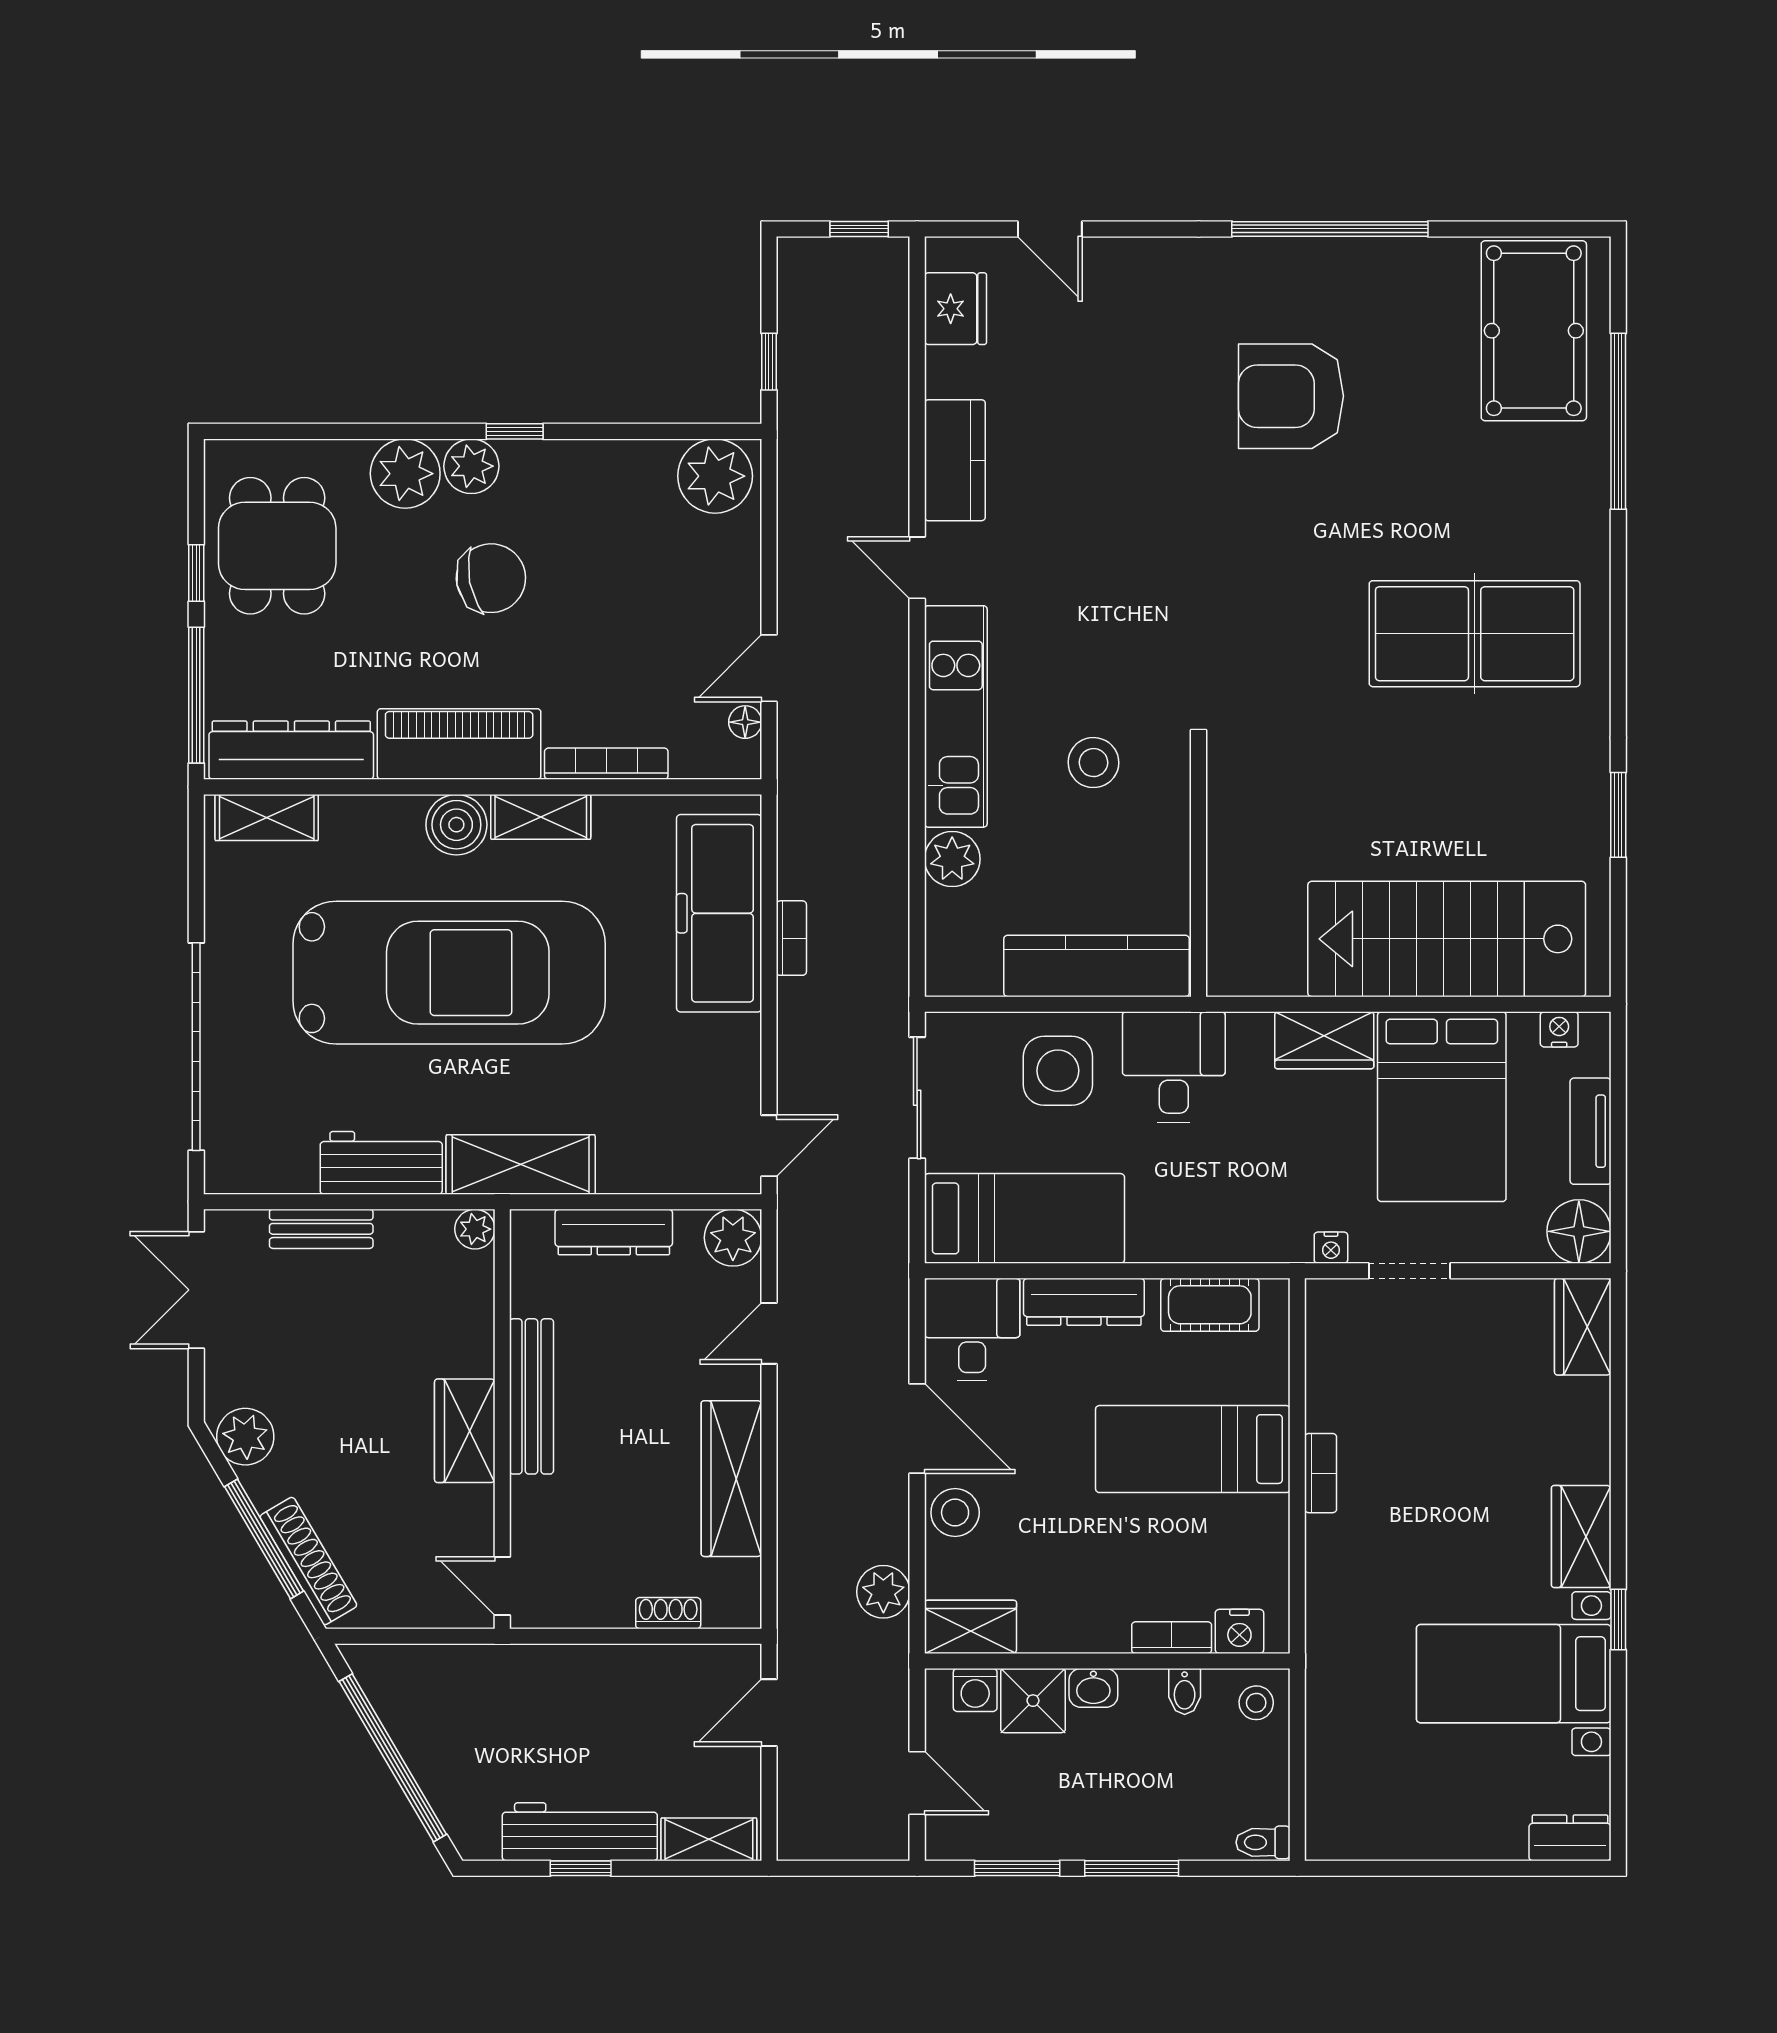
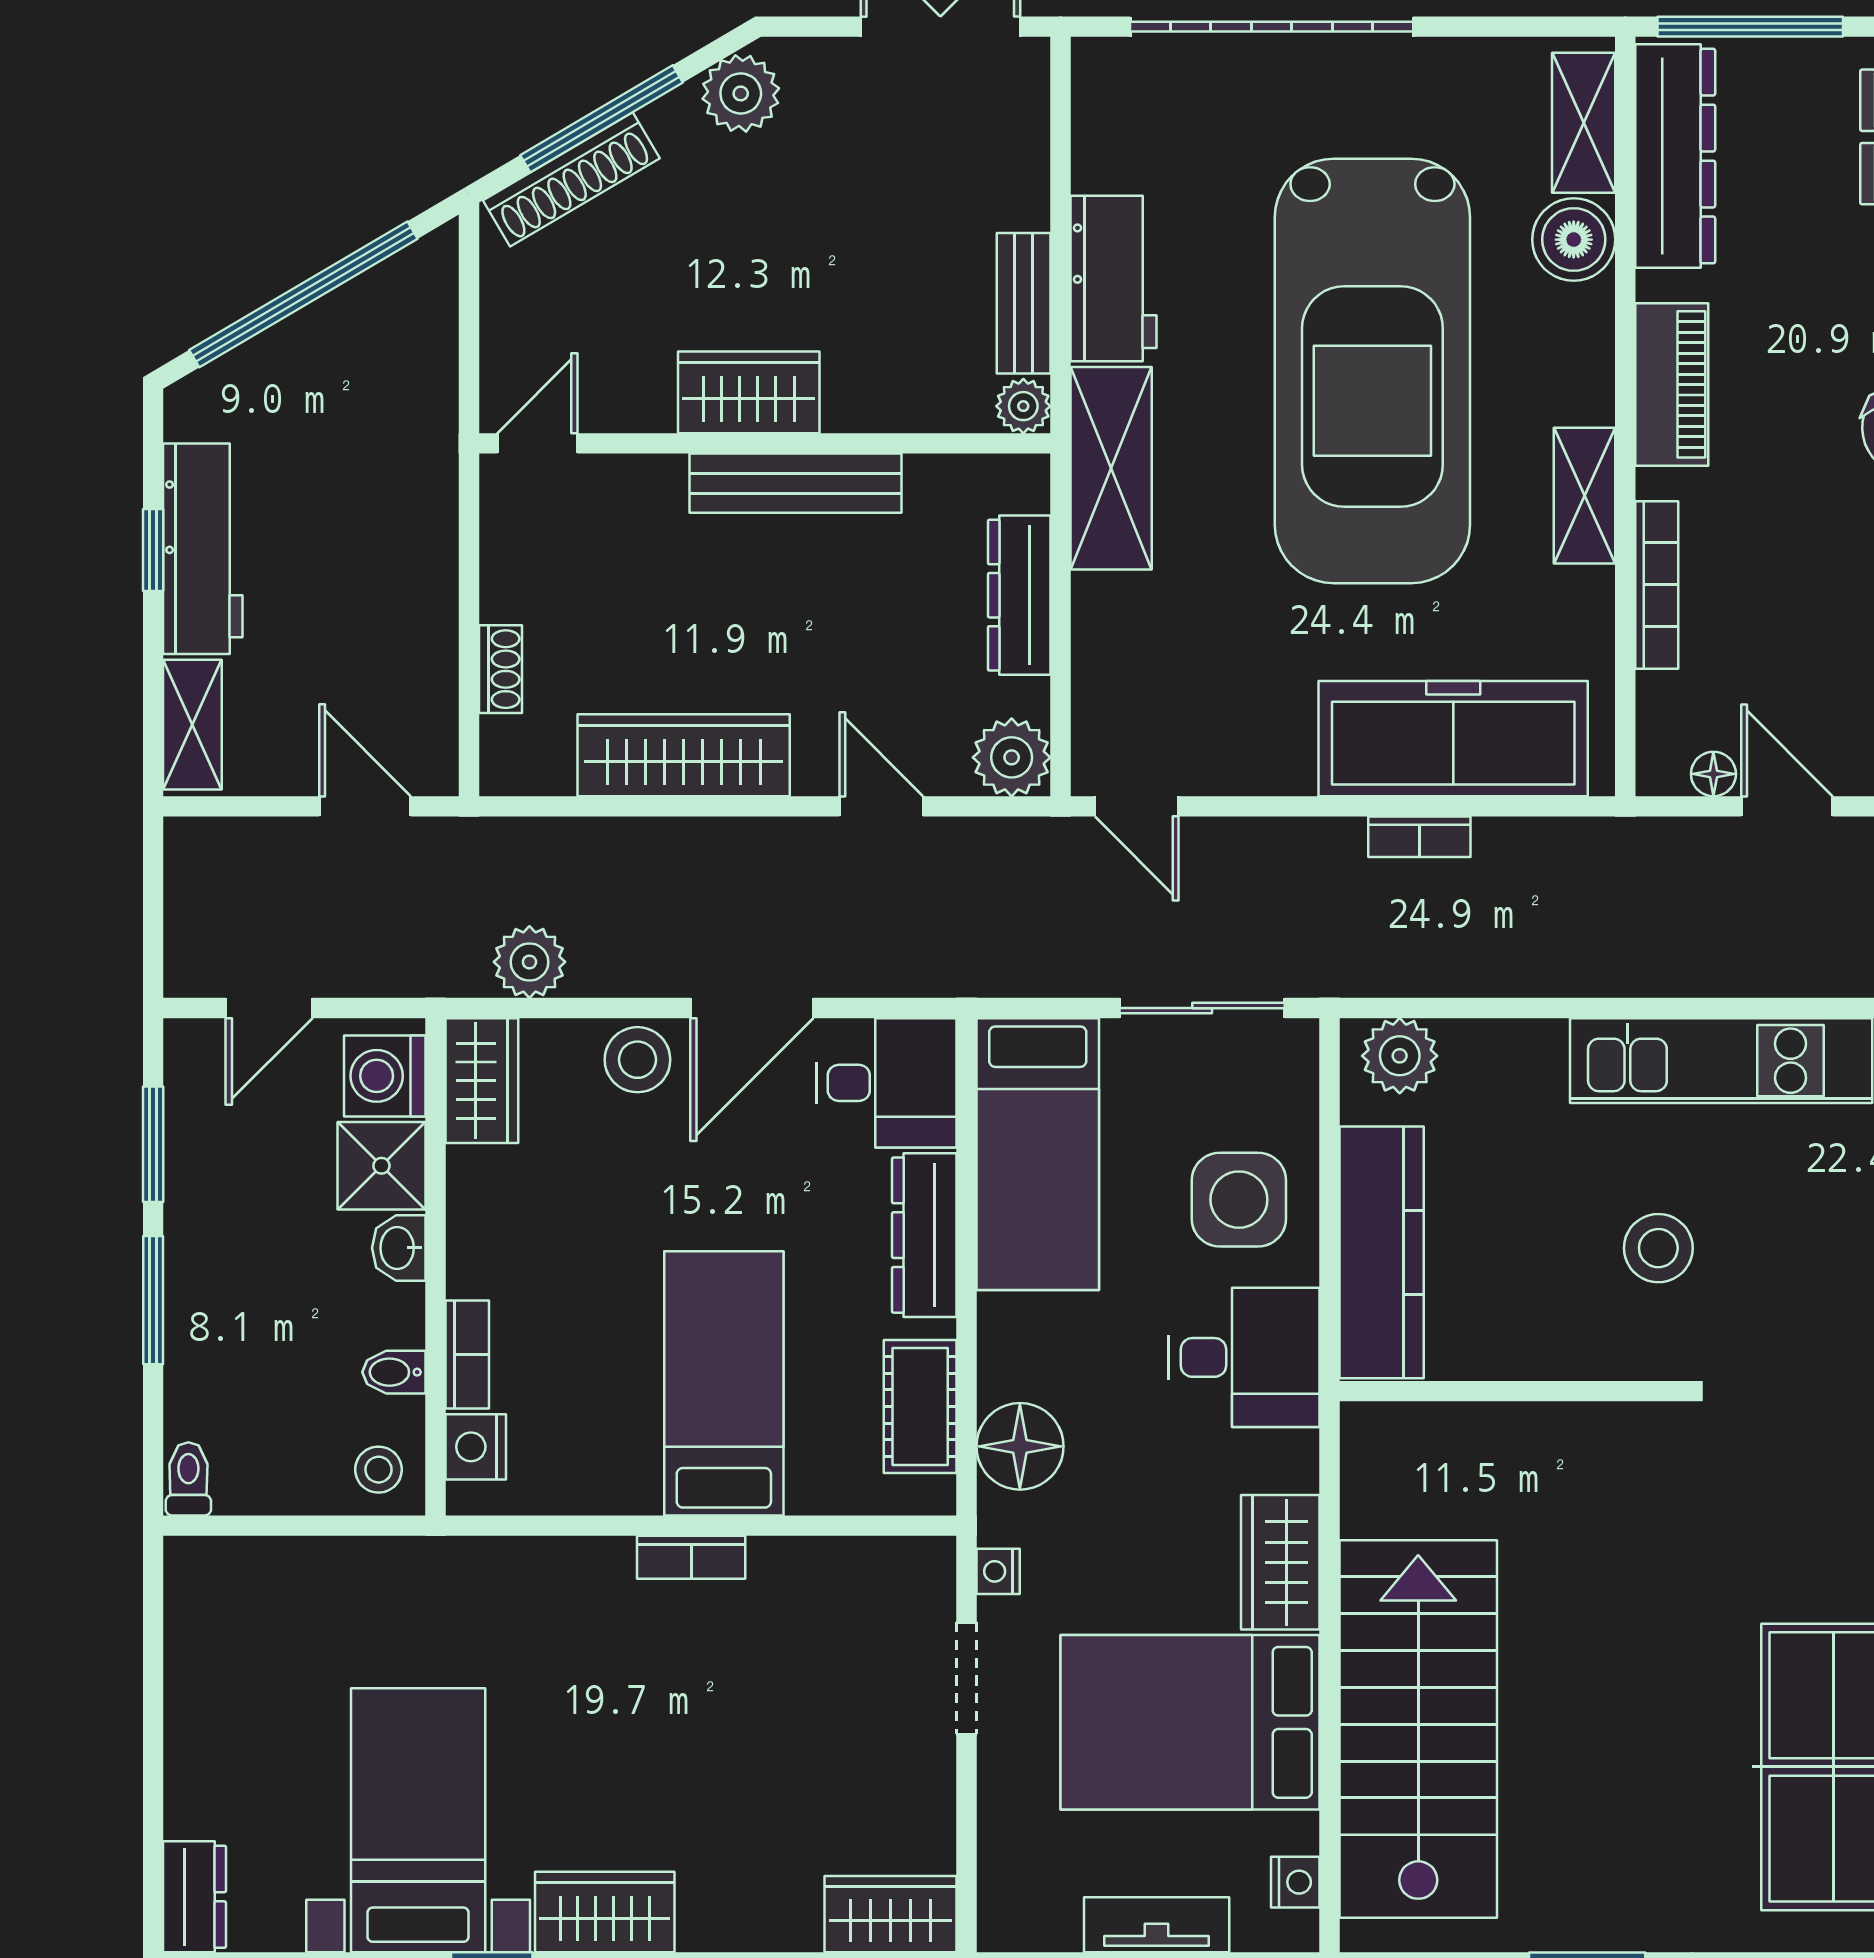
piano: (459, 744) -> (1672, 384), width x0.73, depth x0.75
boiler: (456, 825) -> (1574, 240), moved
plant: (952, 859) -> (1400, 1056), moved
bench: (321, 1229) -> (1024, 303), moved
floor lamp: (1579, 1231) -> (1020, 1446), moved
washing machine: (975, 1690) -> (385, 1076), width x1.38, depth x1.38

